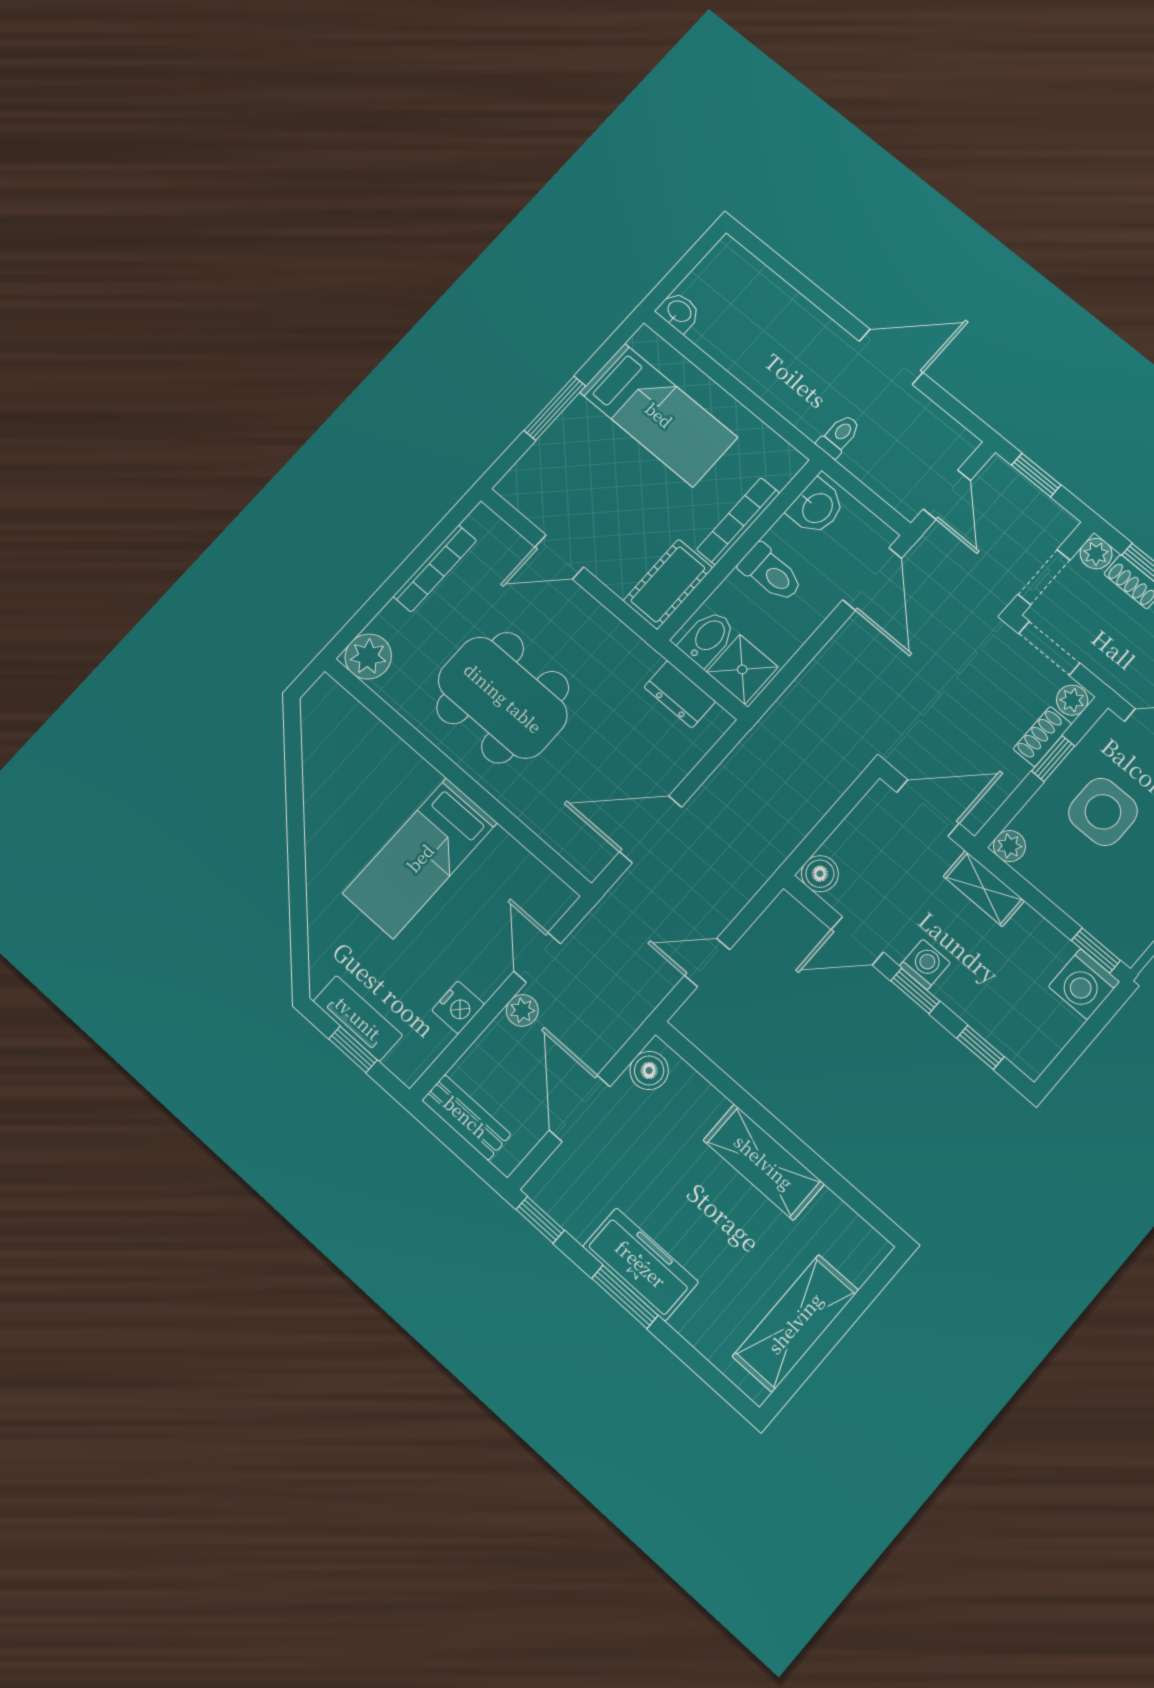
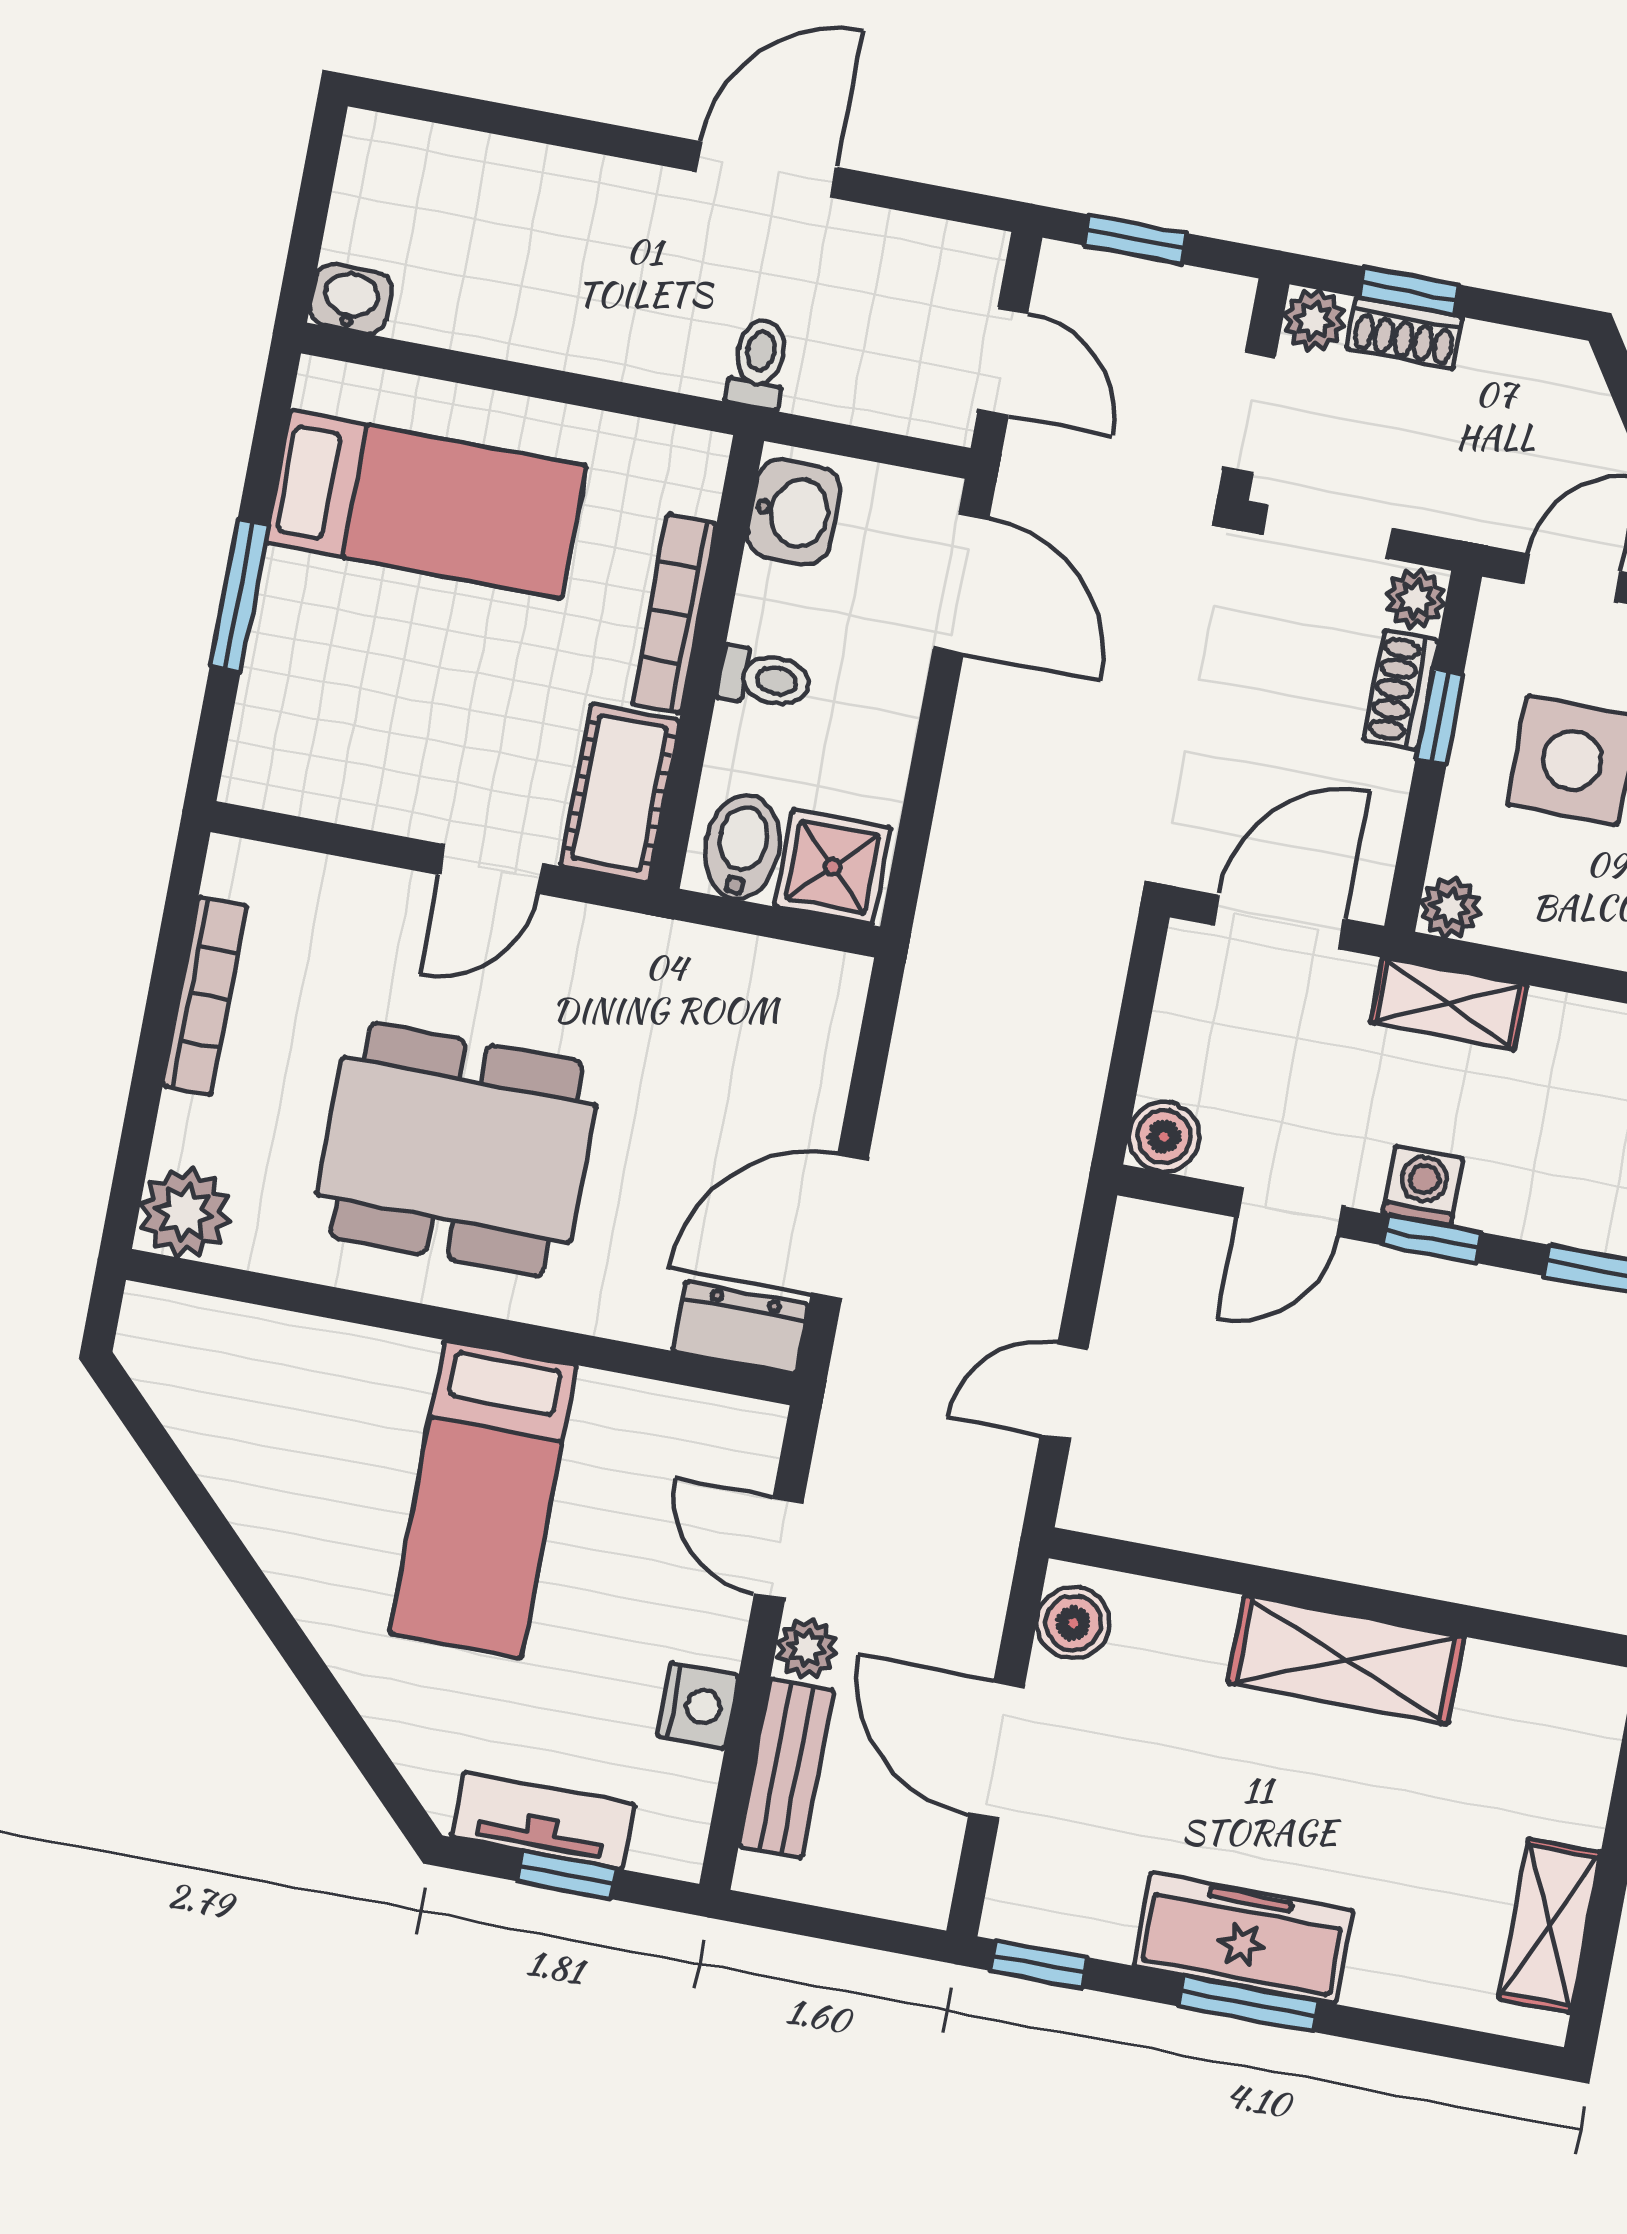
door: (559, 557) -> (491, 869), moved
toilet: (771, 573) -> (764, 678), width x0.73, depth x0.72
dresser: (680, 694) -> (740, 1328), moved, turned 180
bench: (466, 1117) -> (786, 1769), moved, turned 90
shelving: (795, 1323) -> (1550, 1926), width x0.67, depth x0.75

